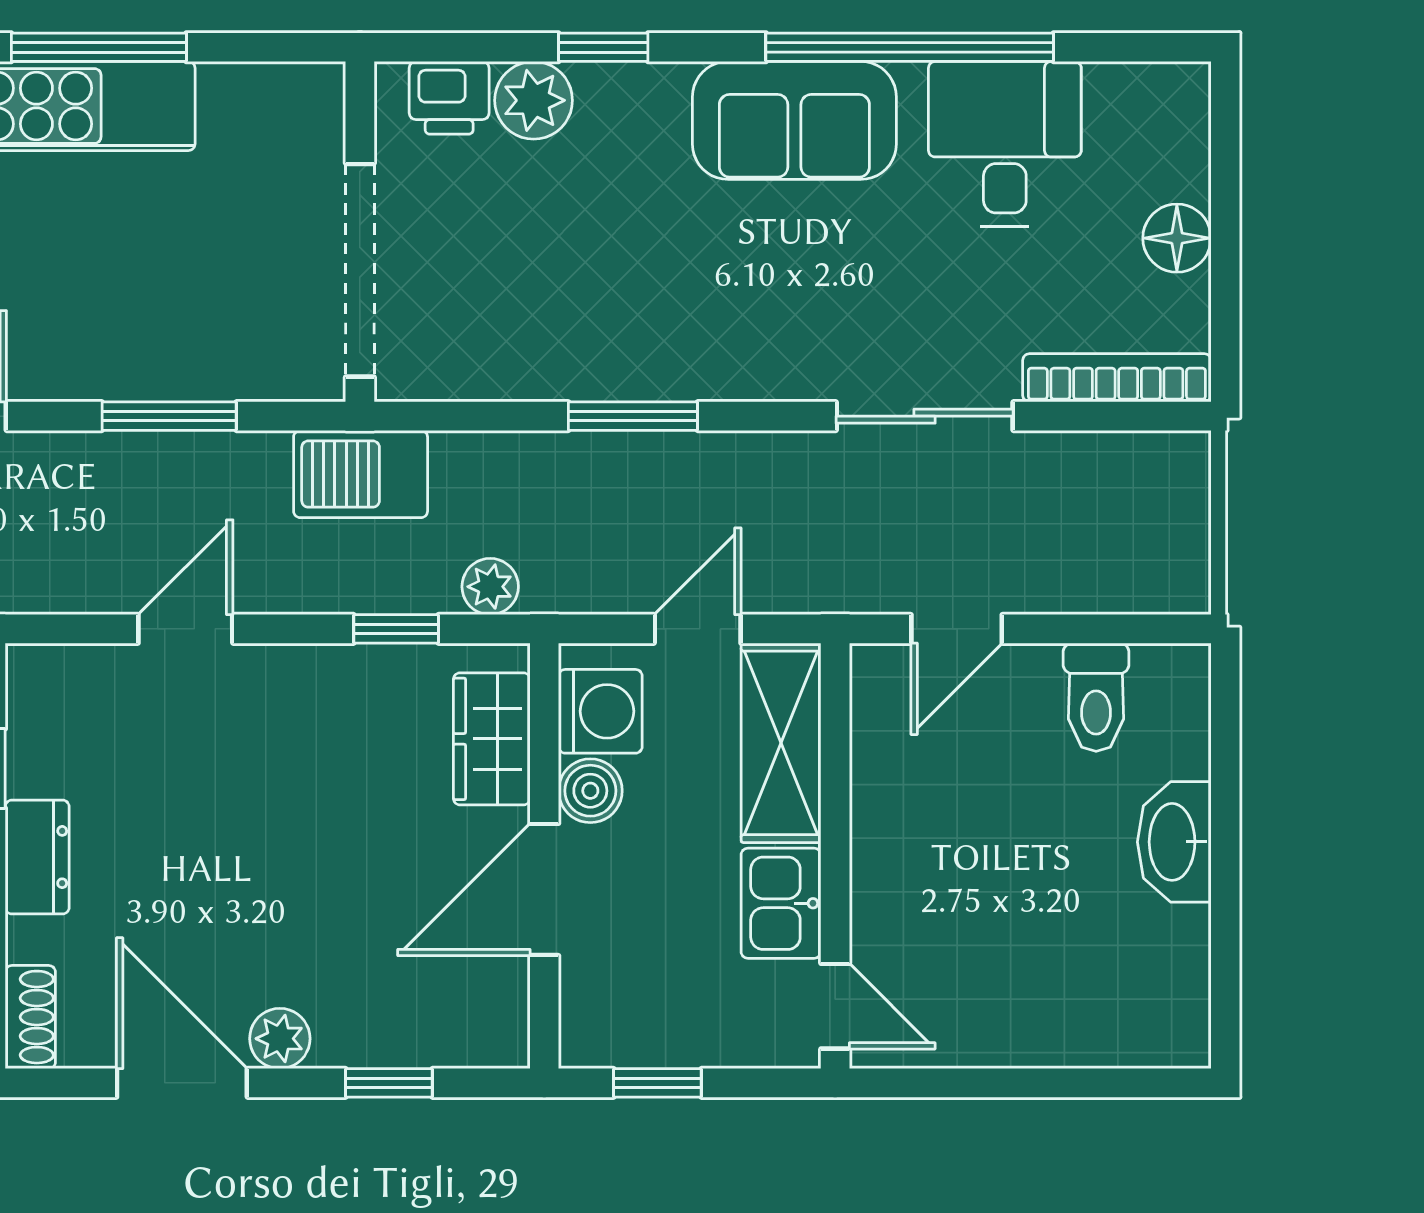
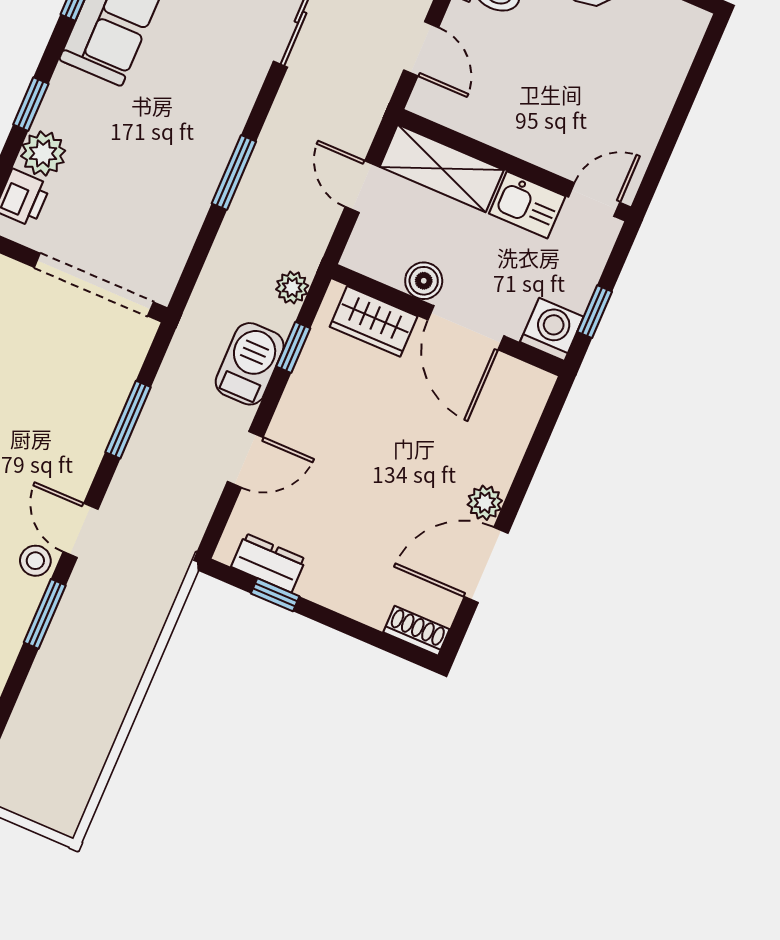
barbecue: (361, 474) -> (250, 364), moved, turned 180
door: (185, 629) -> (245, 459), swing flipped
washing machine: (600, 711) -> (552, 329), moved
dresser: (37, 857) -> (268, 563), moved
window: (389, 1083) -> (533, 455), removed

